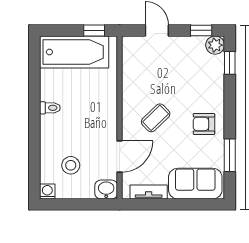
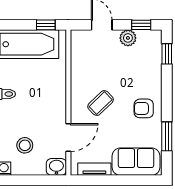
plant: (215, 45) -> (128, 38), moved

